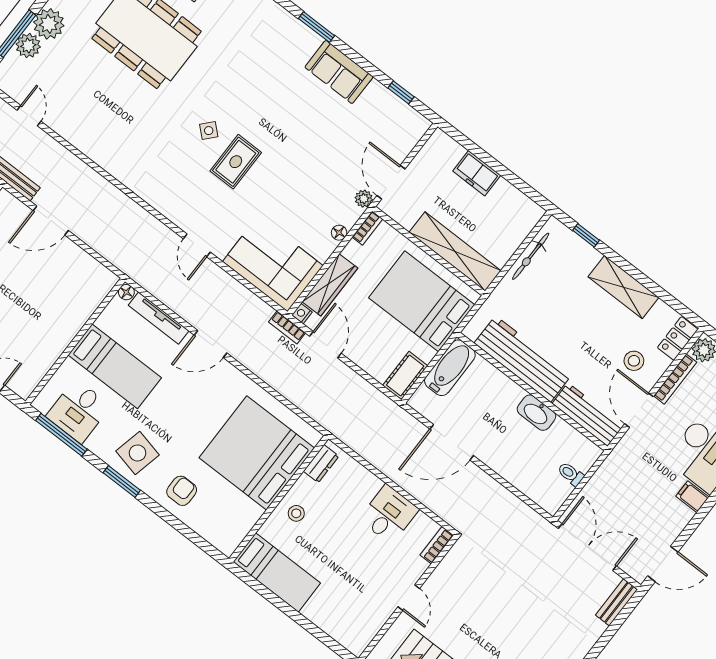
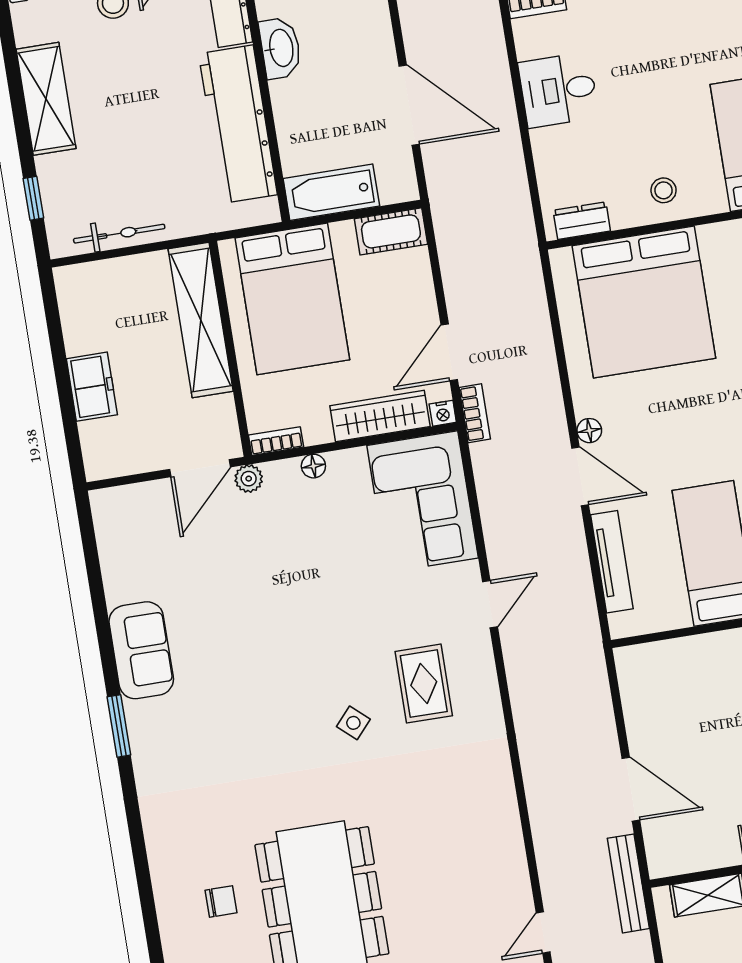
window: (401, 92) -> (92, 560), removed
rug: (236, 162) -> (424, 684), moved, turned 90
floor lamp: (126, 292) -> (589, 431), moved

